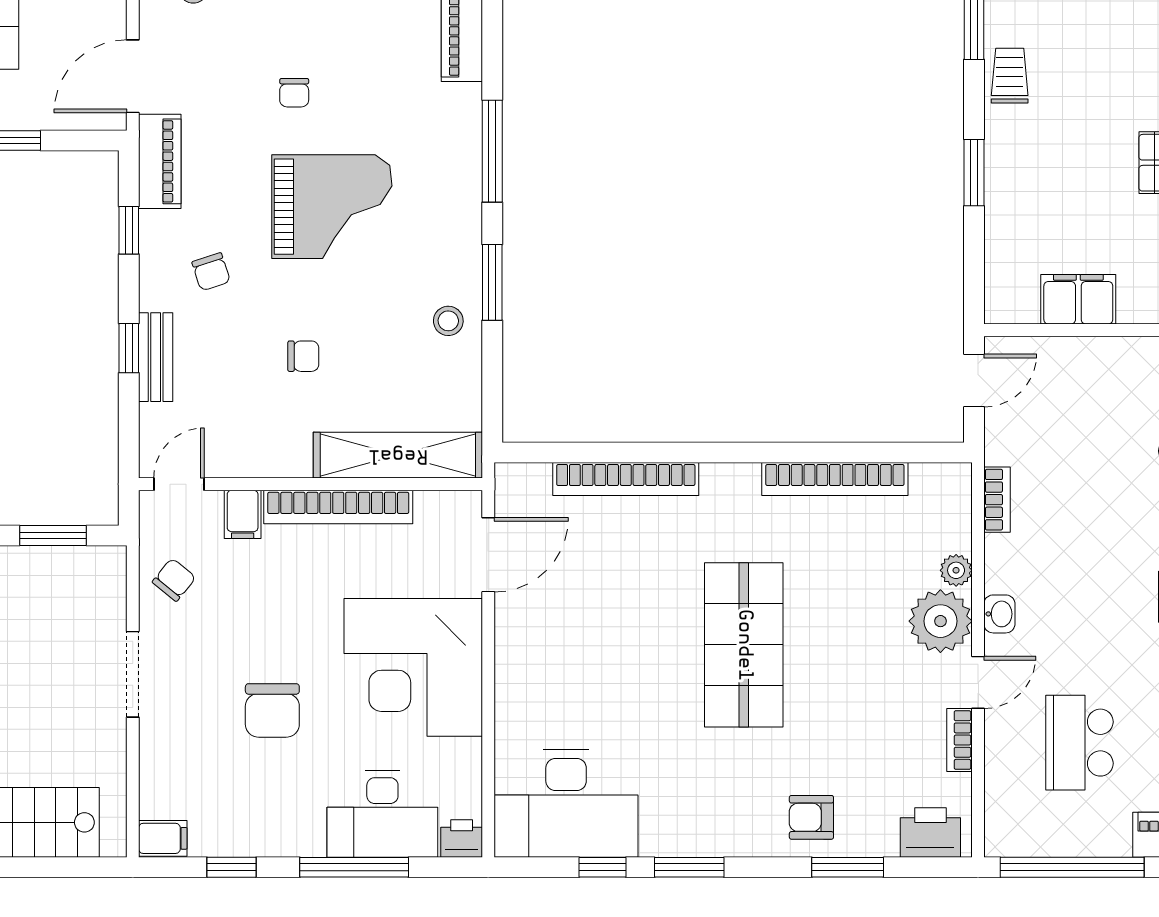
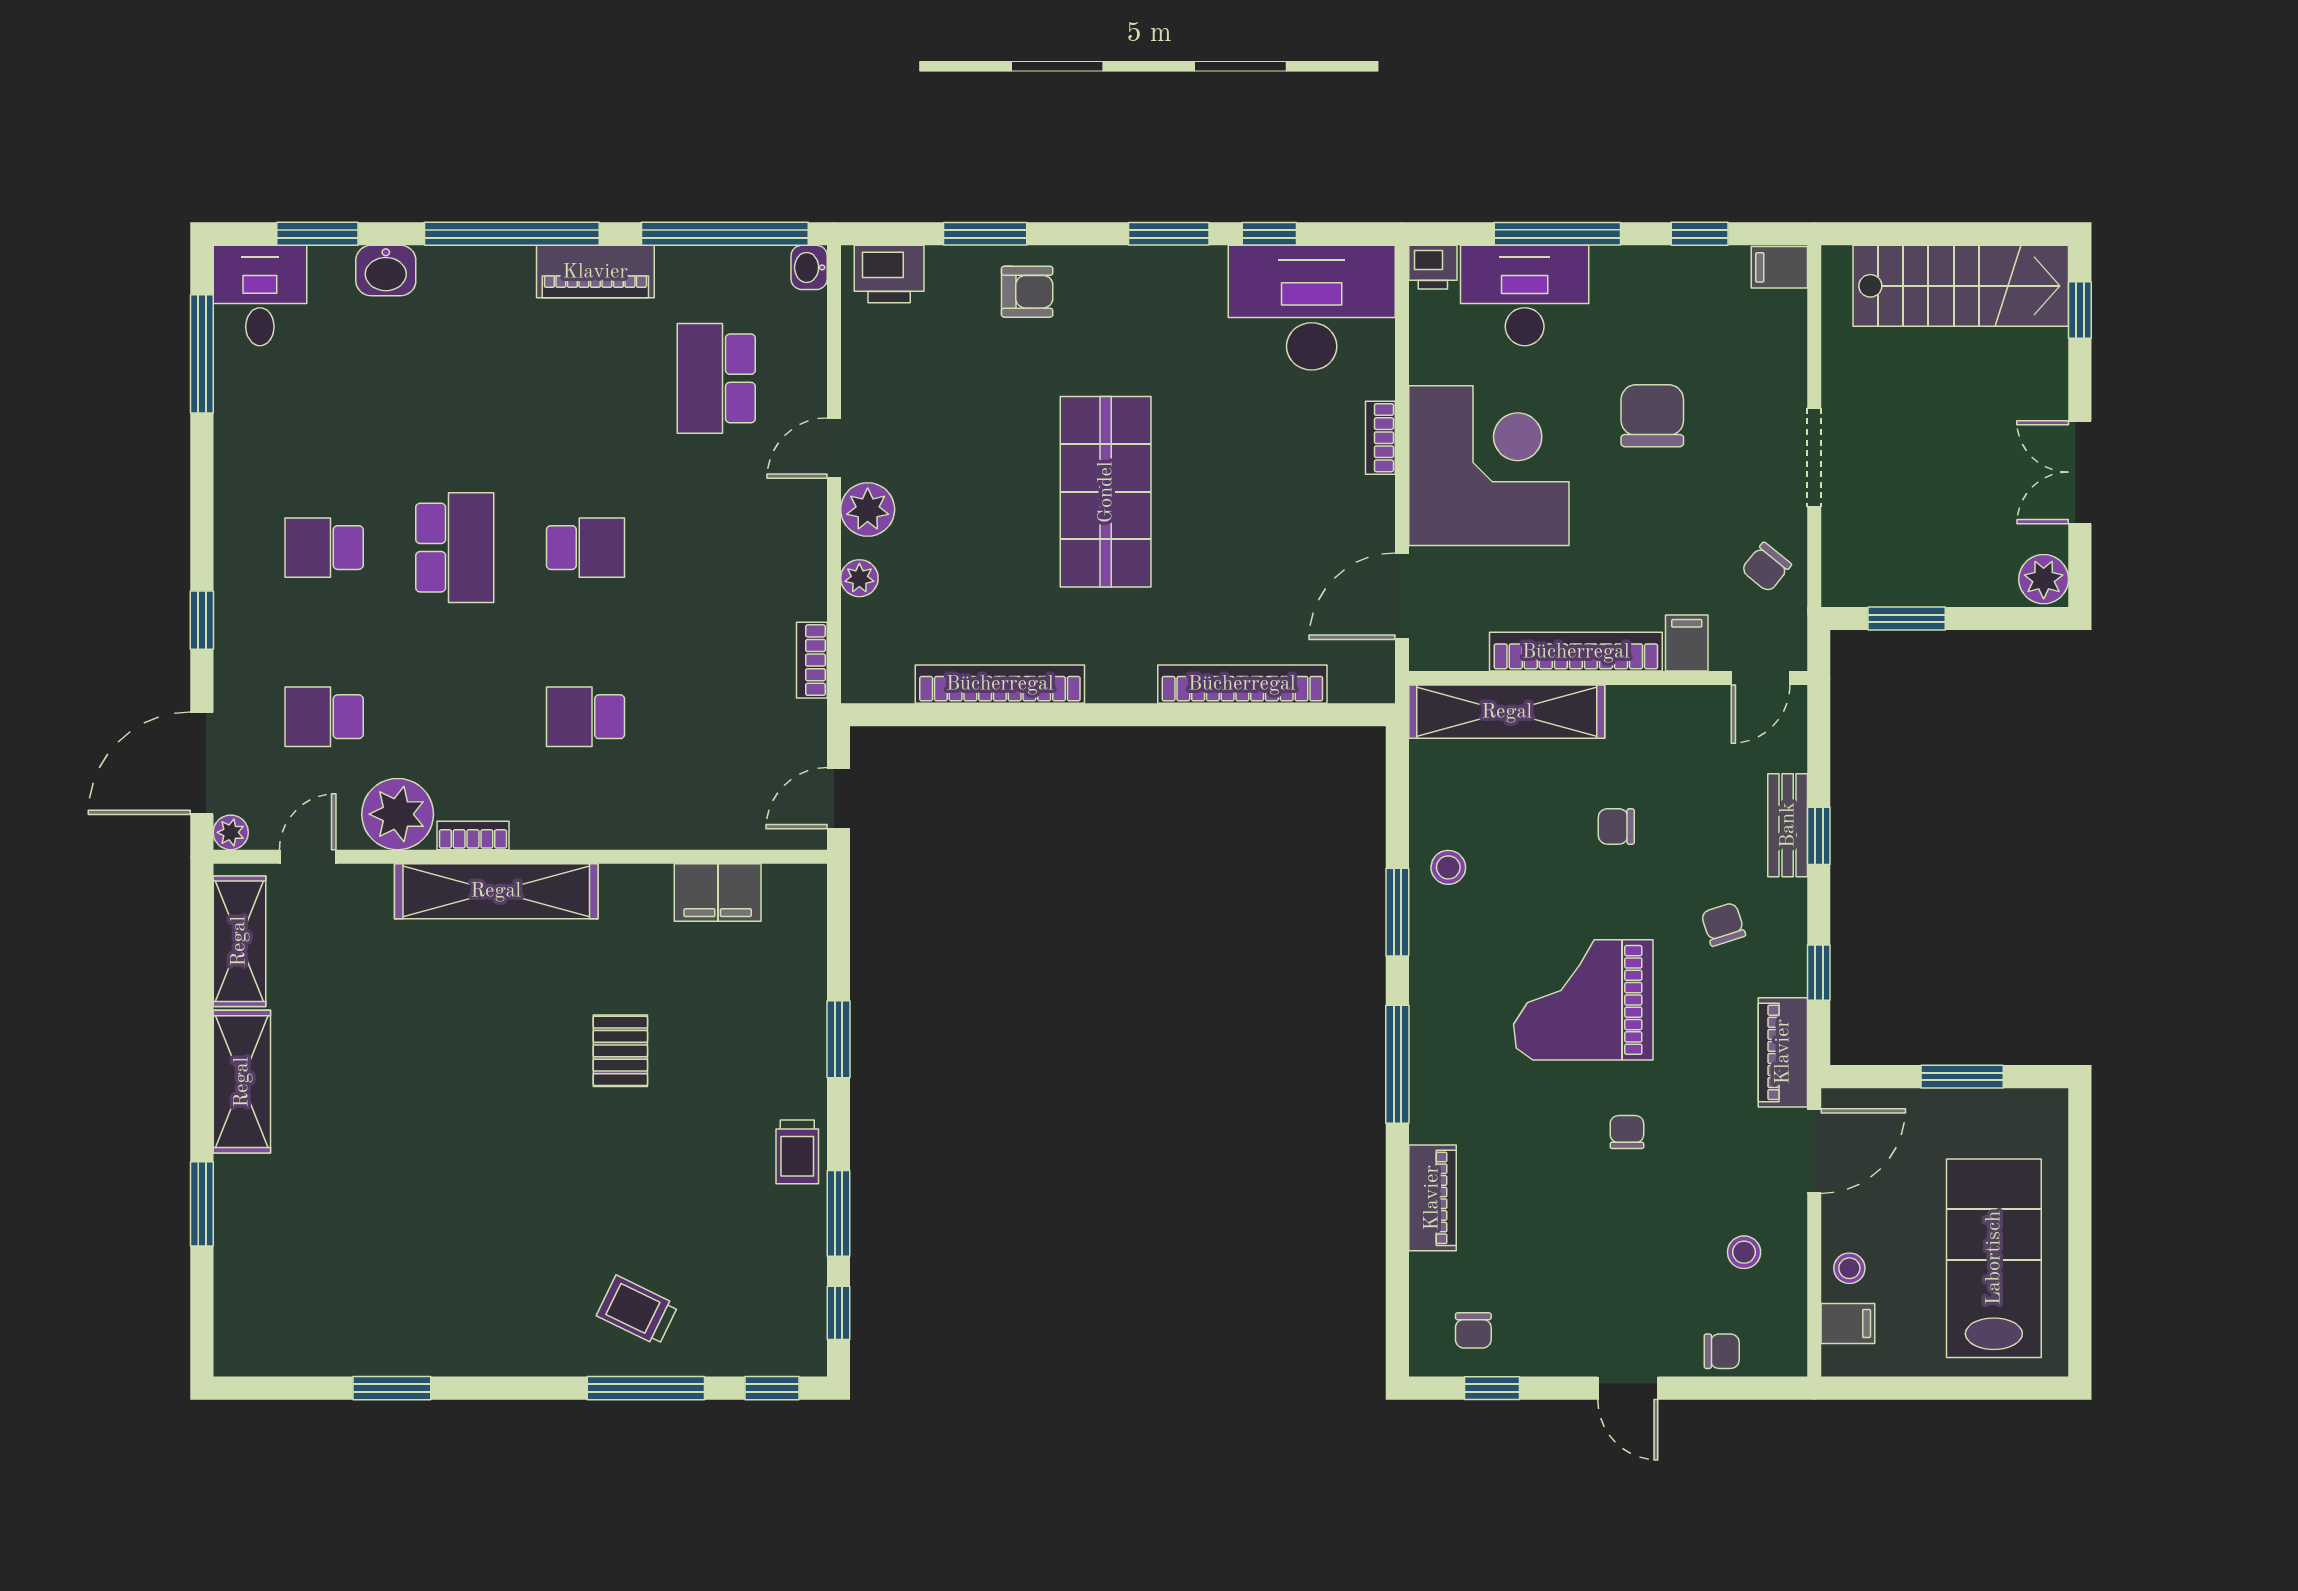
washbasin: (999, 614) -> (809, 267), moved
plant: (940, 621) -> (868, 509), width x0.73, depth x0.73
bookcase: (959, 740) -> (1380, 438), moved, turned 180
school desk: (1079, 743) -> (716, 378), turned 180

